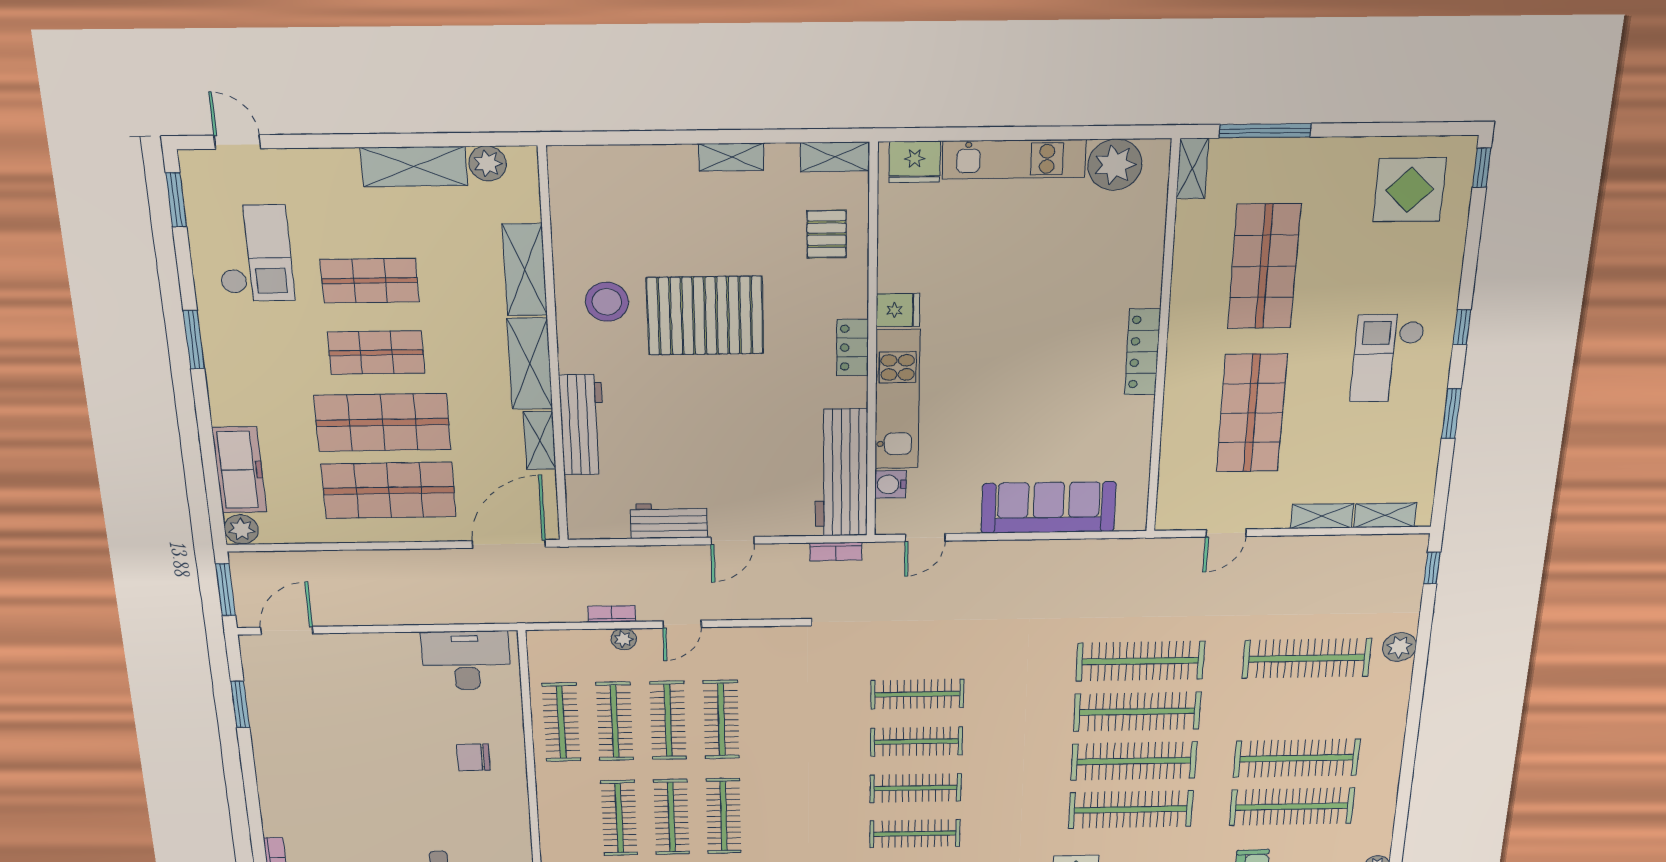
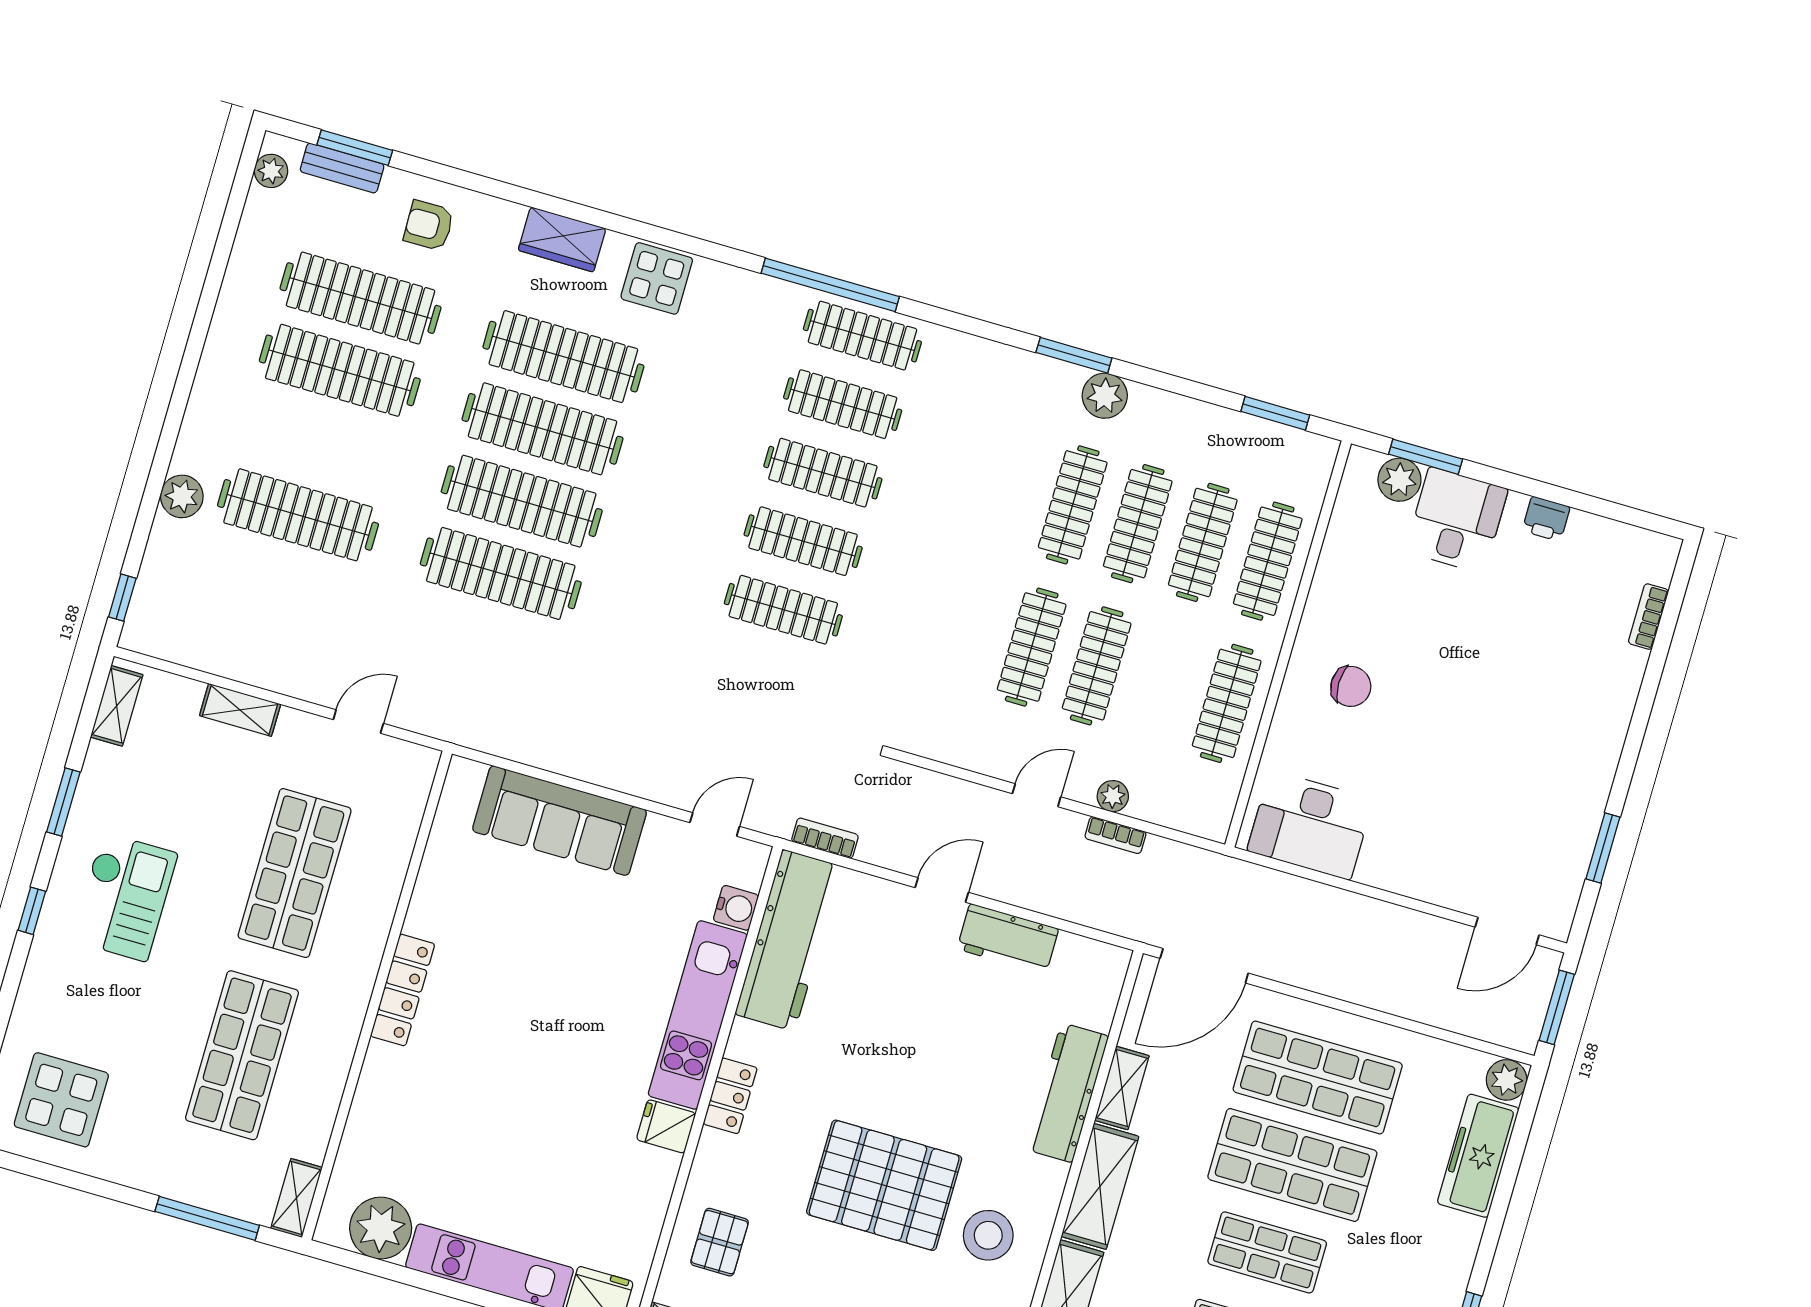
shelving: (1385, 515) -> (117, 706), moved, turned 90
clothes rail: (615, 721) -> (1268, 561), moved

